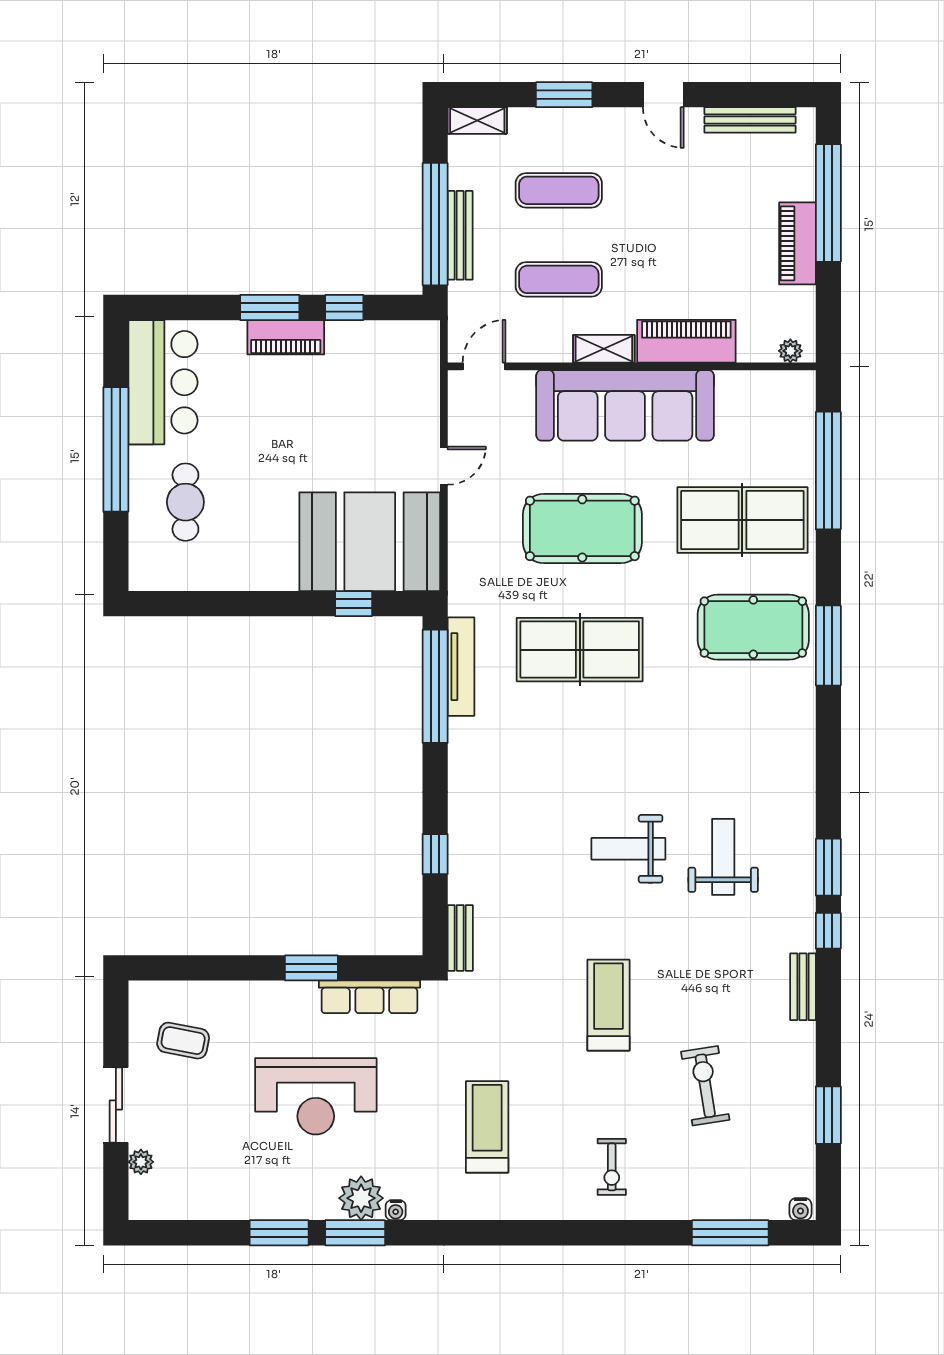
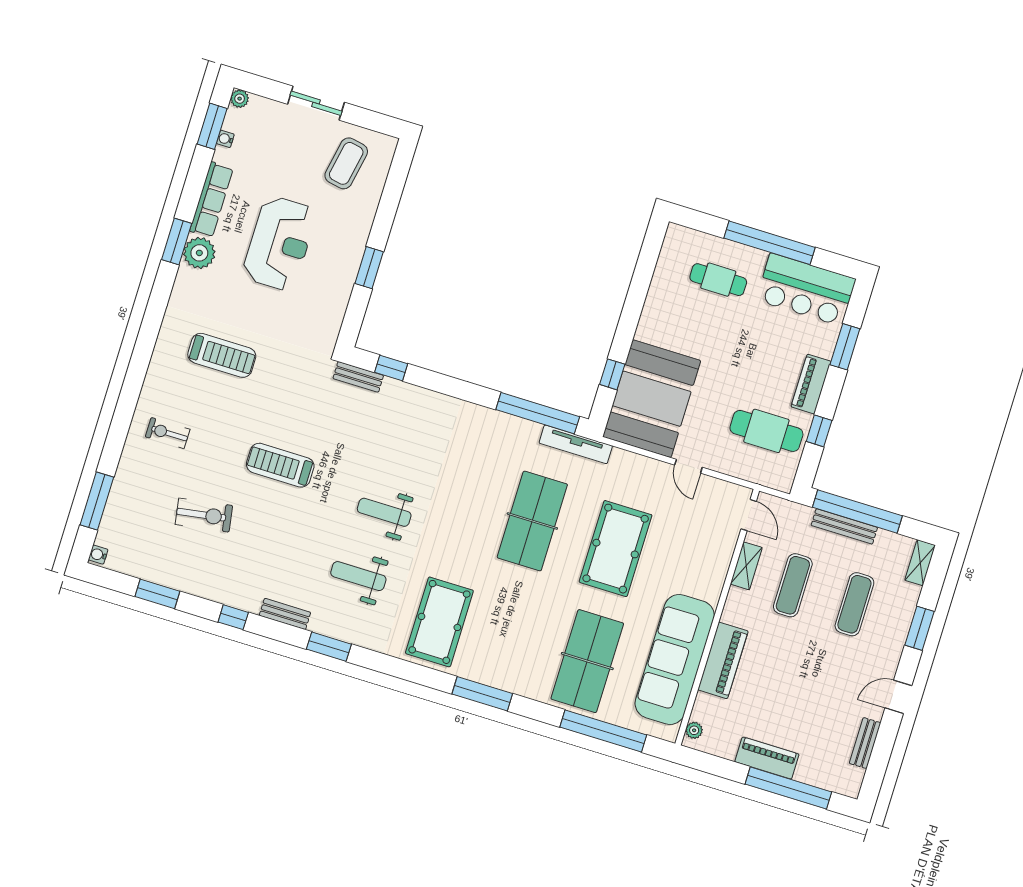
bench: (750, 120) -> (865, 743), width x0.73
window: (270, 307) -> (845, 347), moved
shelving: (604, 349) -> (746, 566), moved
cafe table: (366, 377) -> (766, 431), added
sofa: (625, 405) -> (675, 659), moved
pool table: (753, 627) -> (439, 622), moved
tv unit: (461, 667) -> (576, 444), moved
weight bench: (628, 849) -> (384, 512), turned -90
window: (435, 854) -> (391, 368), moved
weight bench: (723, 857) -> (358, 576), turned 180
window: (828, 931) -> (233, 617), moved
bench: (803, 987) -> (285, 614), moved
row of seats: (369, 997) -> (211, 200), moved, turned 180
treadmill: (608, 1005) -> (280, 465), turned 180
coffee table: (183, 1041) -> (346, 163), width x1.36, depth x1.30
reception desk: (316, 1096) -> (279, 243), turned 180
plant: (141, 1162) -> (240, 99), moved
water cooler: (396, 1210) -> (225, 139), moved
window: (279, 1233) -> (212, 126), moved

